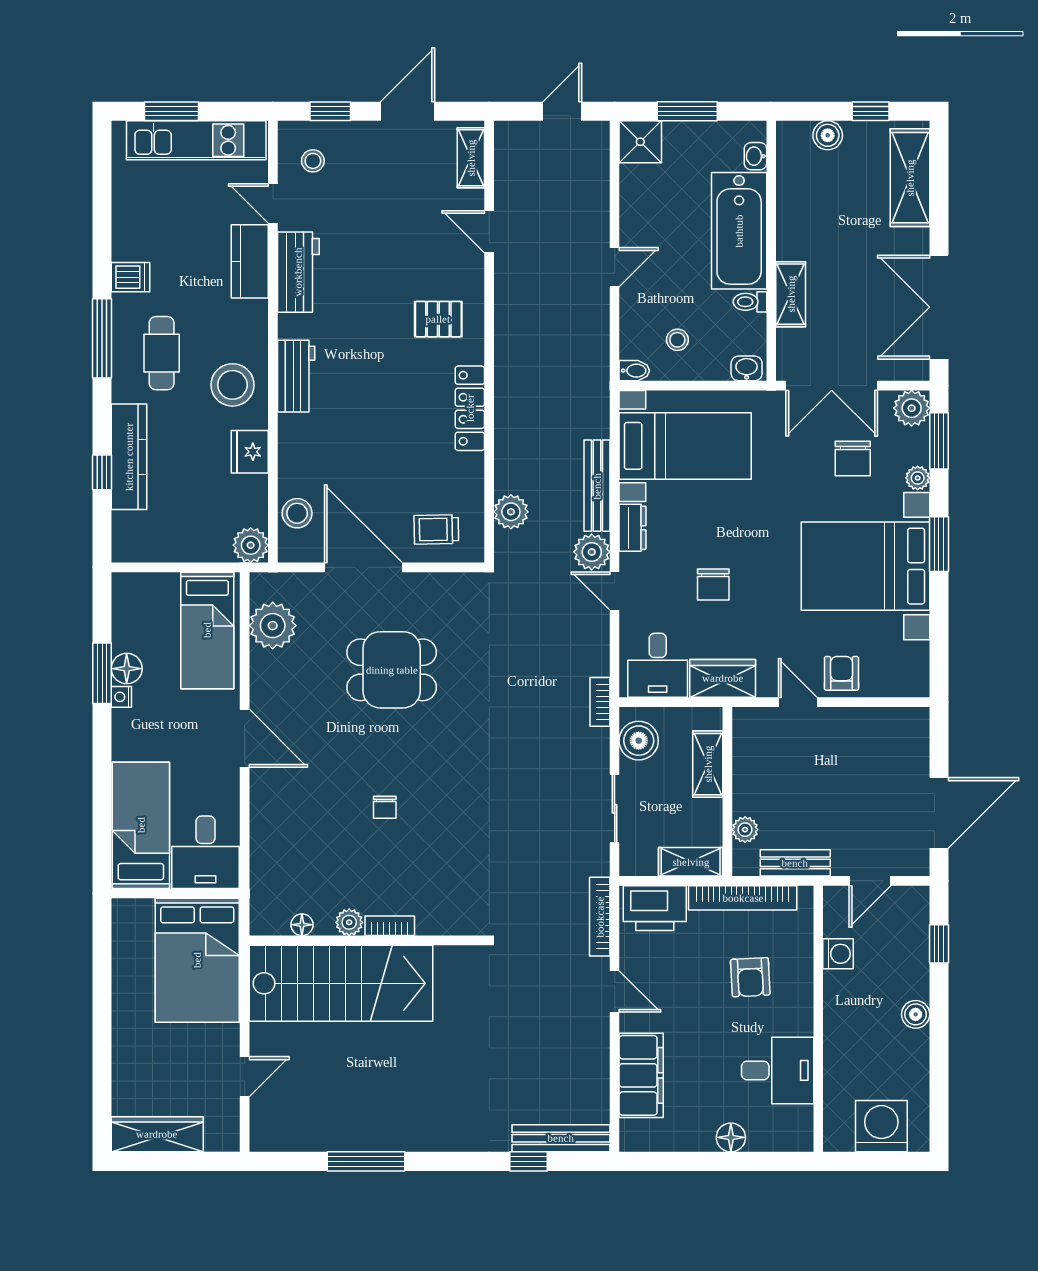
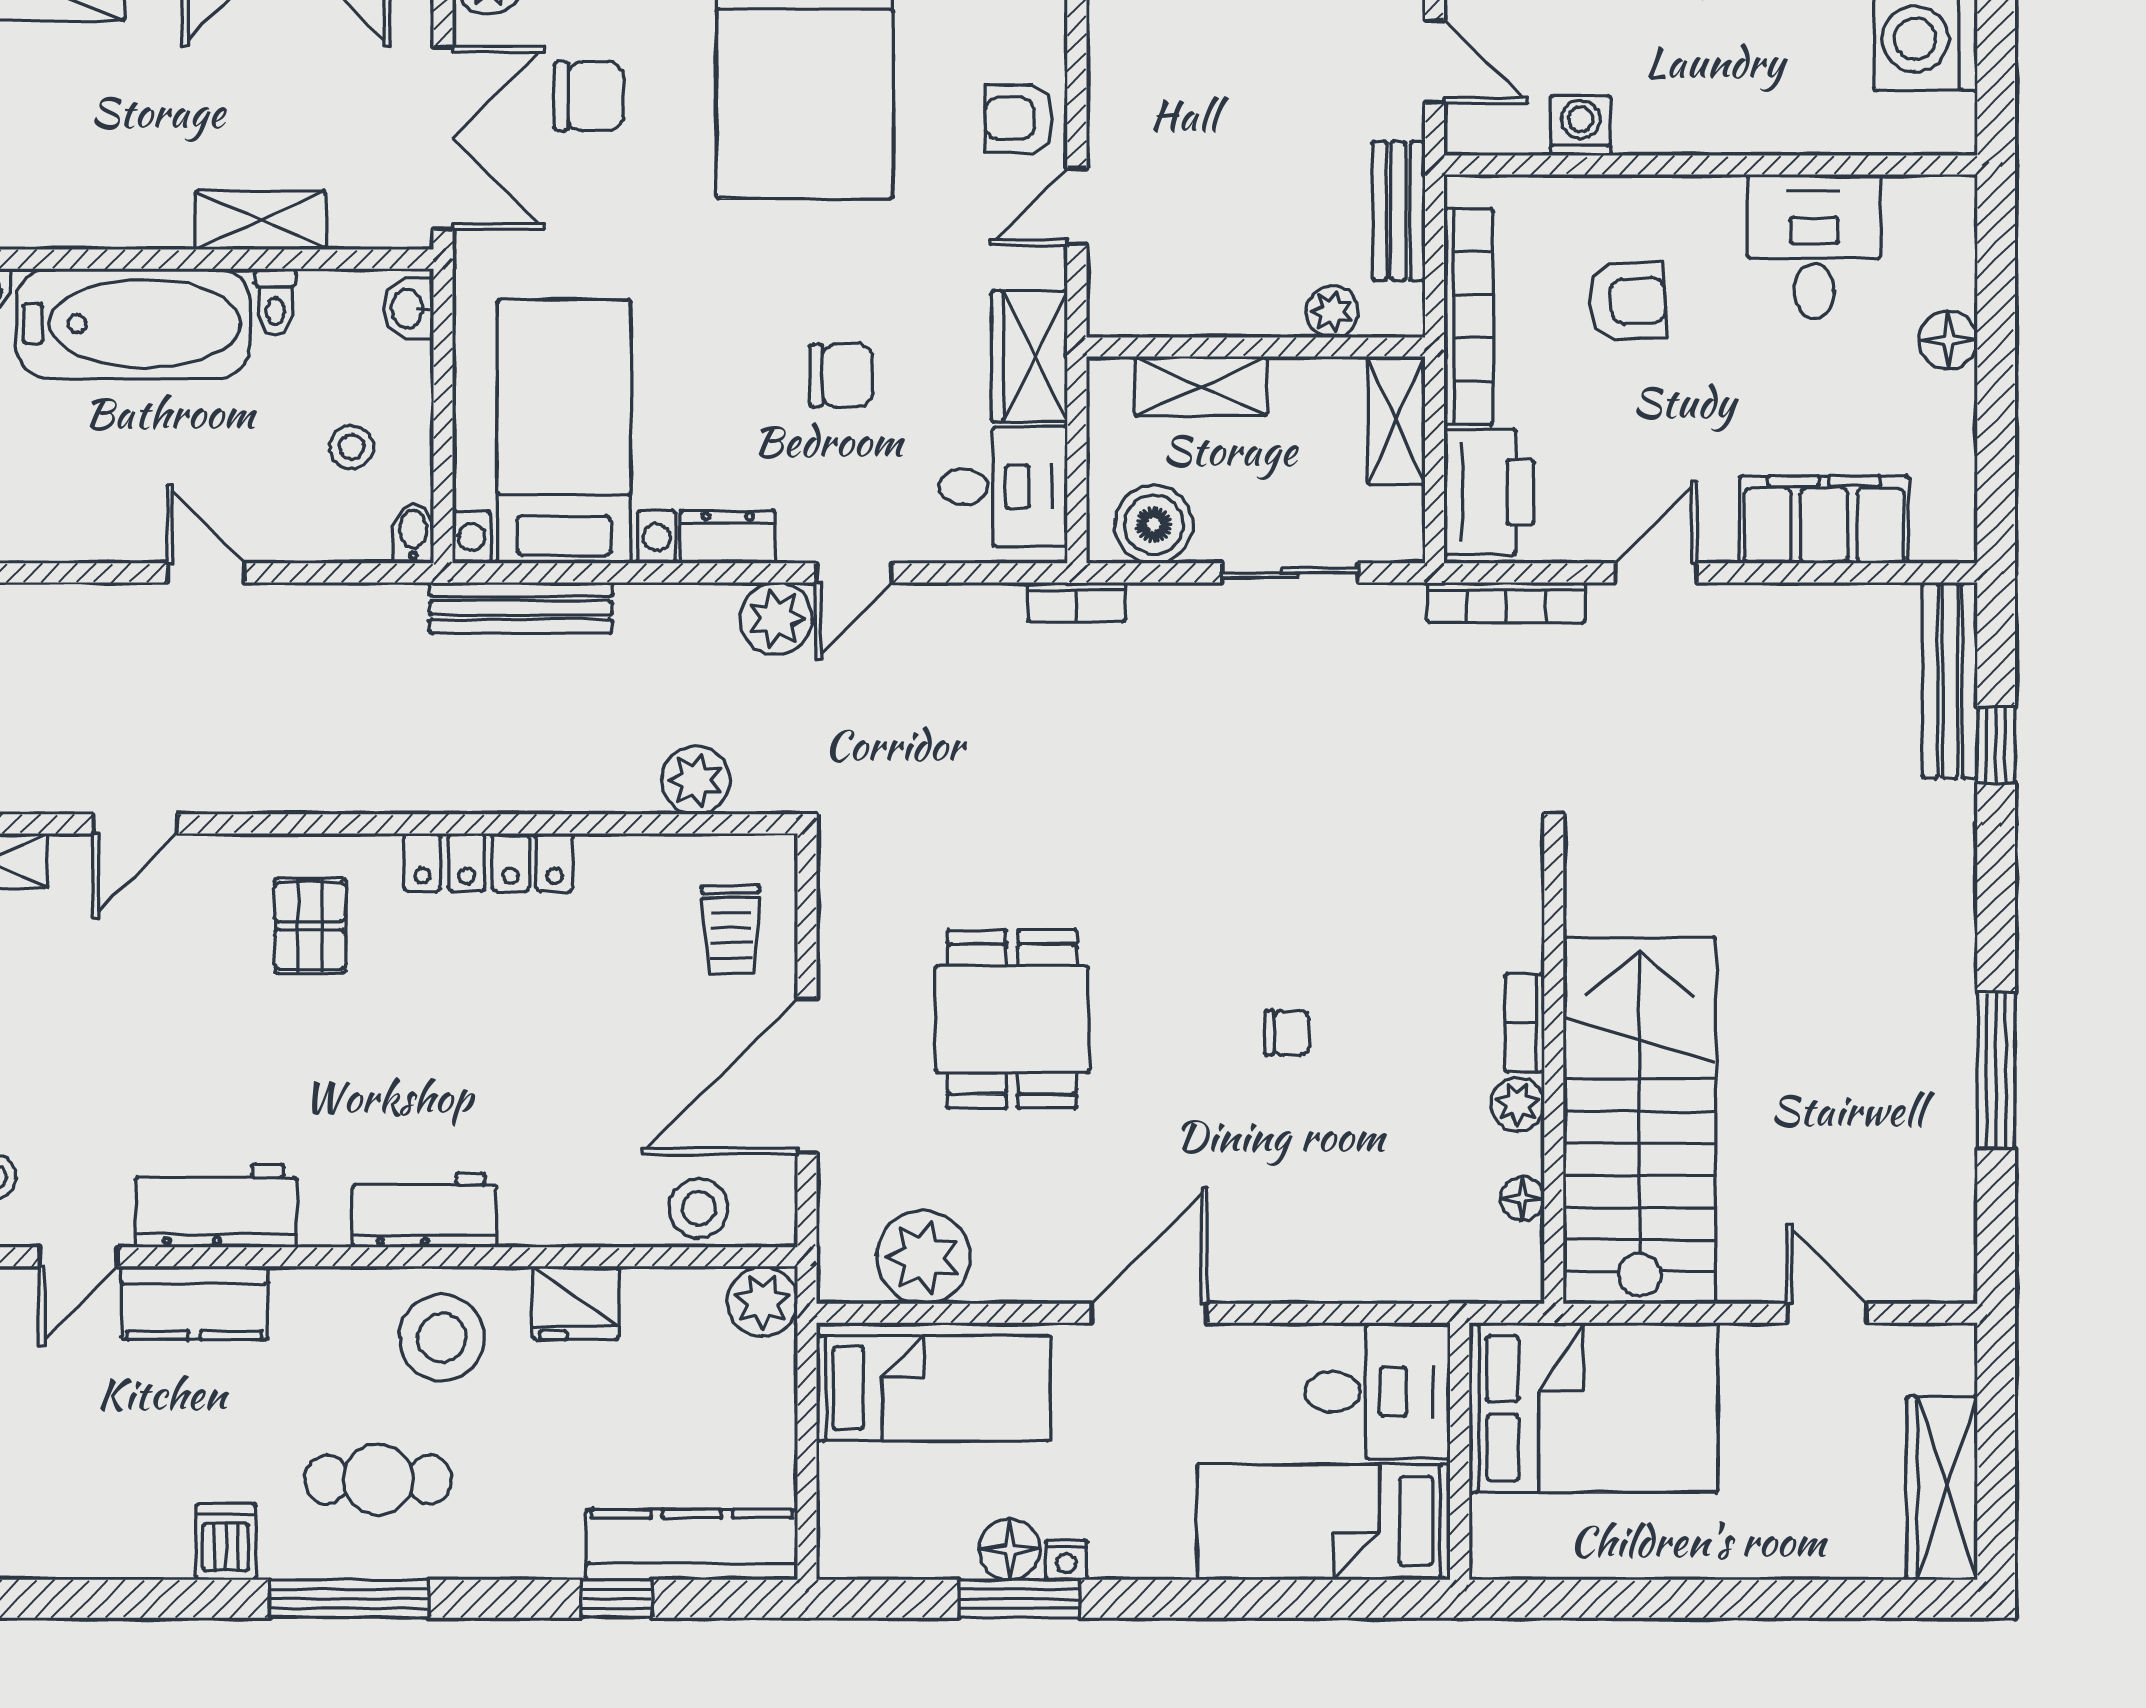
kitchen counter: (129, 457) -> (692, 1545), moved
bench: (597, 486) -> (521, 608), moved

